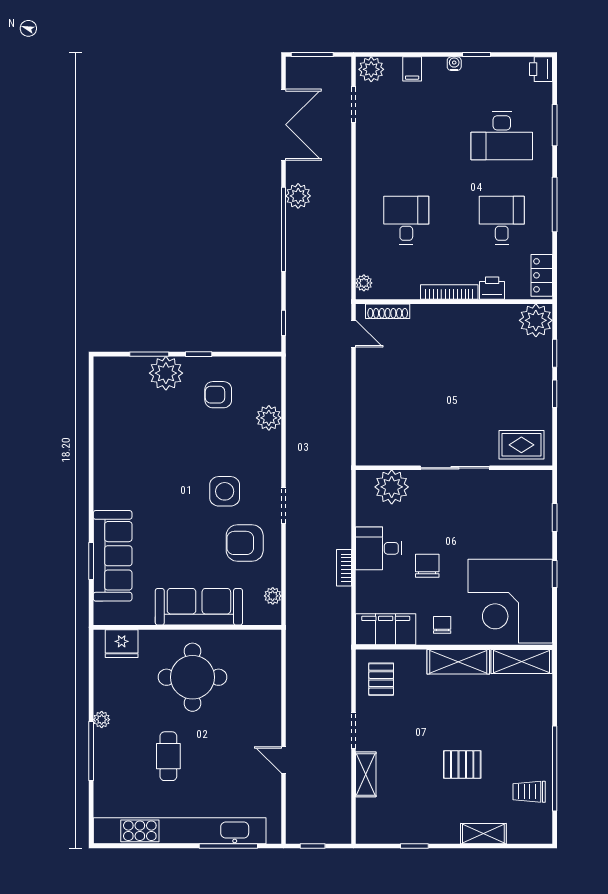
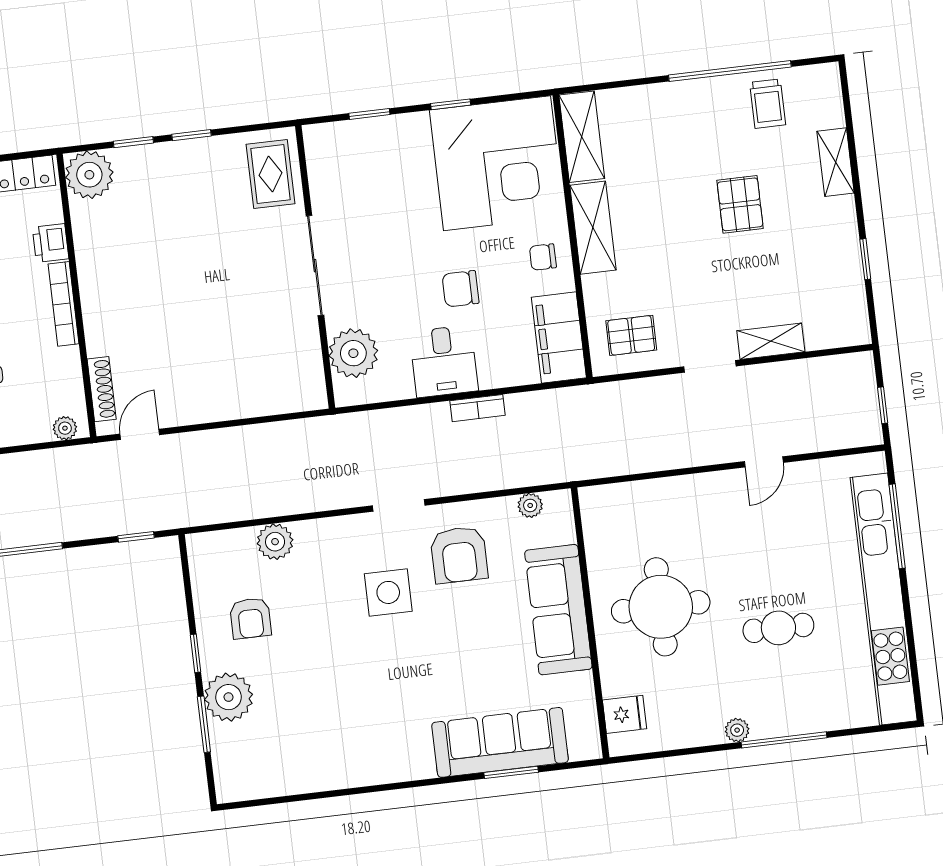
fridge: (122, 644) -> (625, 714), width x0.72

